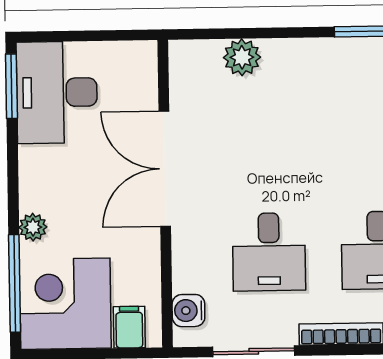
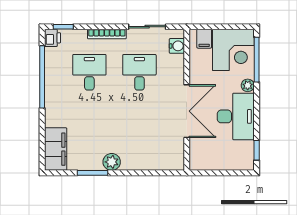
plant: (242, 57) -> (112, 162), moved
window: (11, 86) -> (257, 150), width x0.67
desk: (57, 92) -> (236, 116), moved

